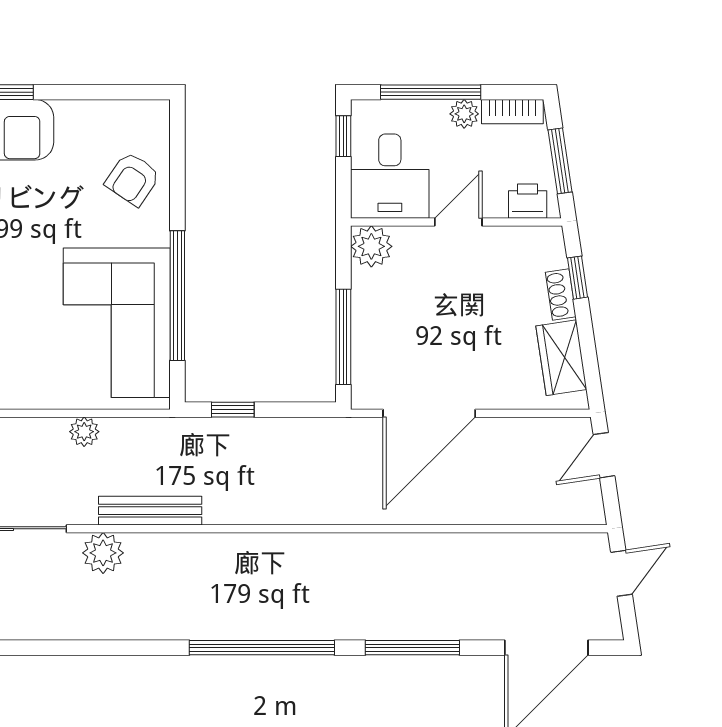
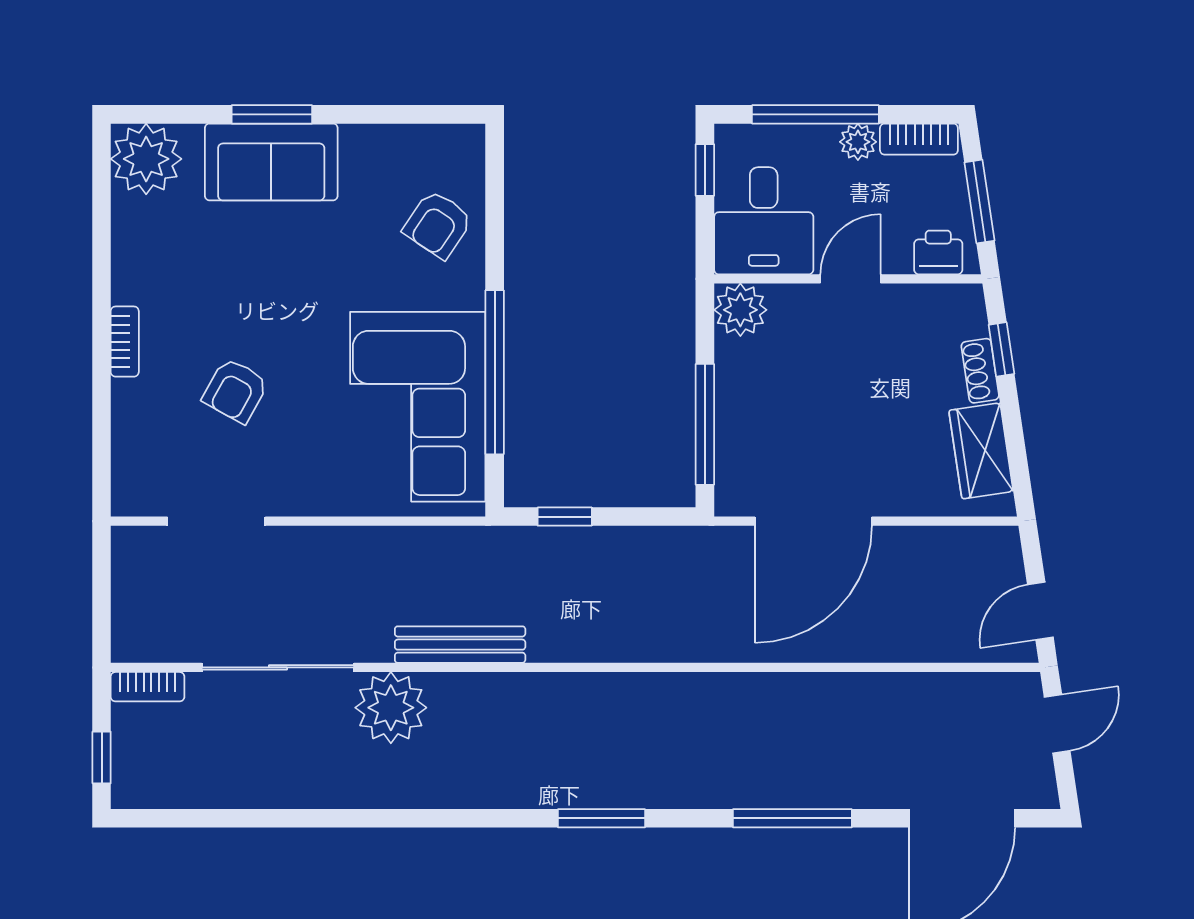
plant: (84, 432) -> (377, 545), removed
door: (604, 455) -> (1040, 611), moved
plant: (103, 553) -> (391, 708), width x1.36, depth x1.36
window: (262, 648) -> (602, 818), width x0.47

